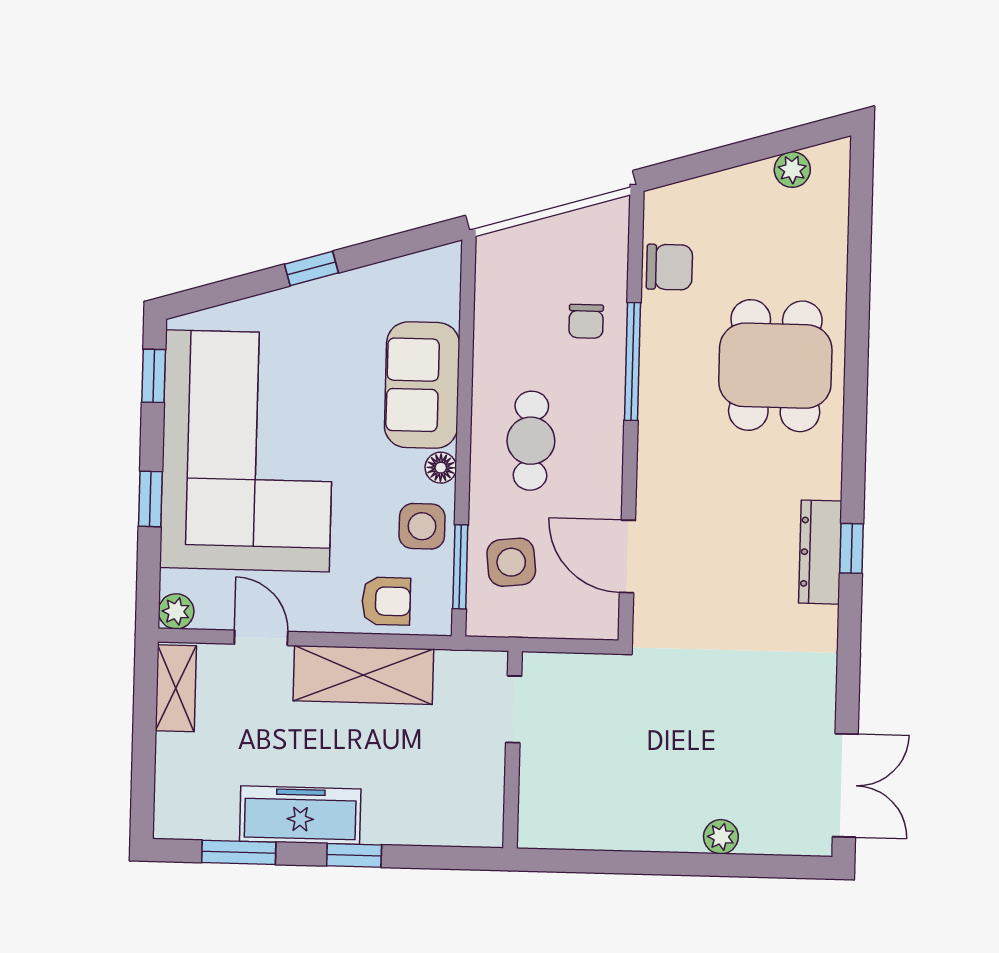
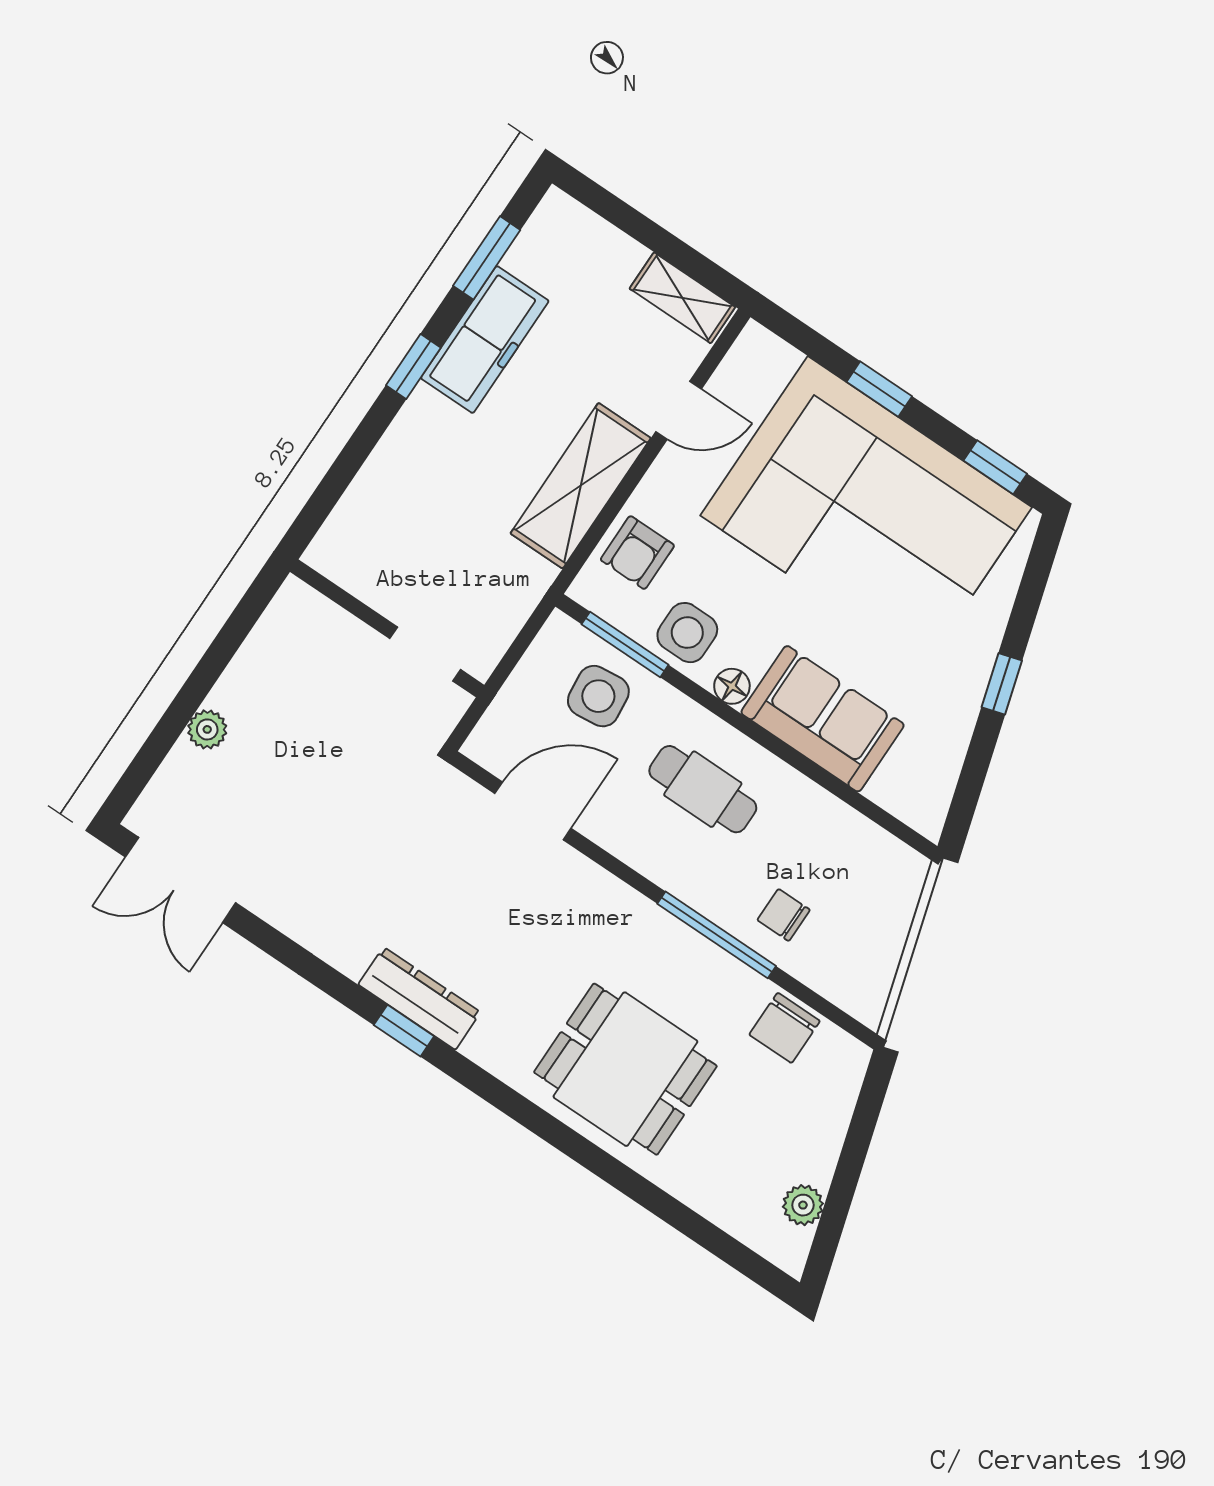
plant: (176, 611) -> (756, 345), removed
doorway: (514, 709) -> (425, 654), moved
wall: (513, 750) -> (387, 628), moved

